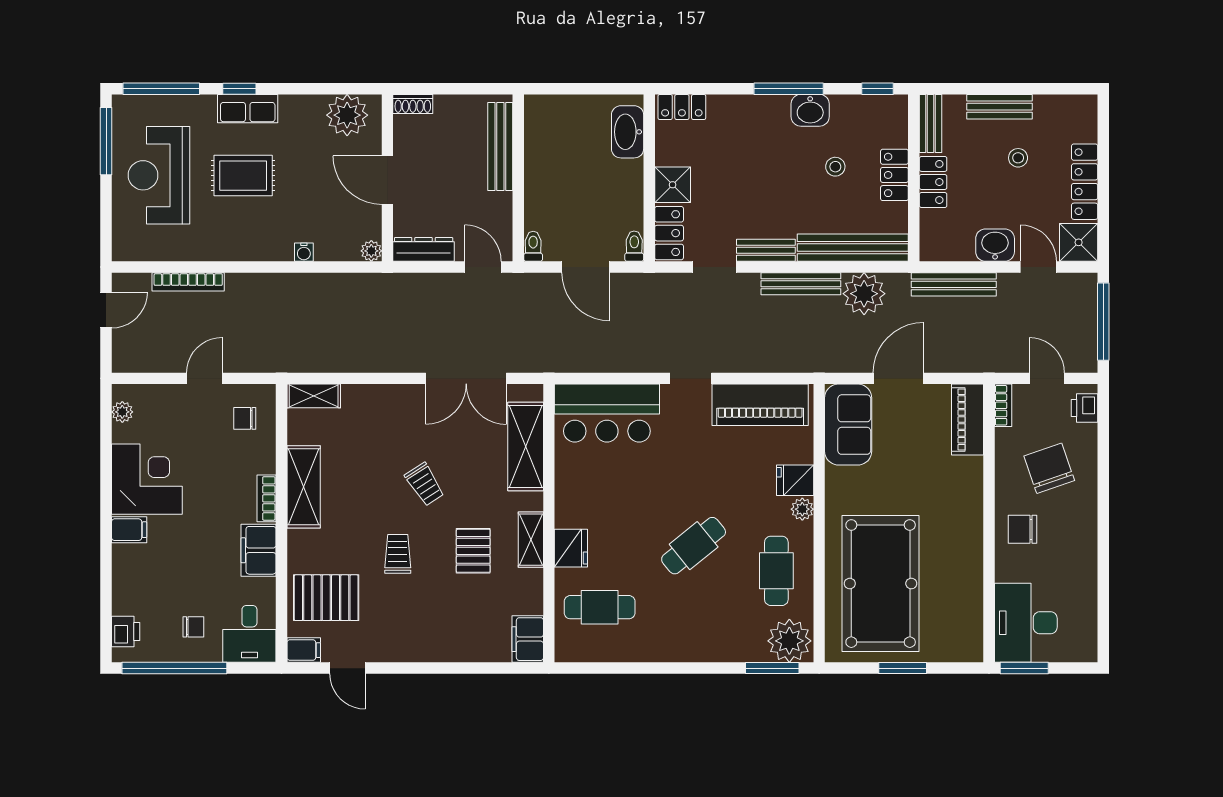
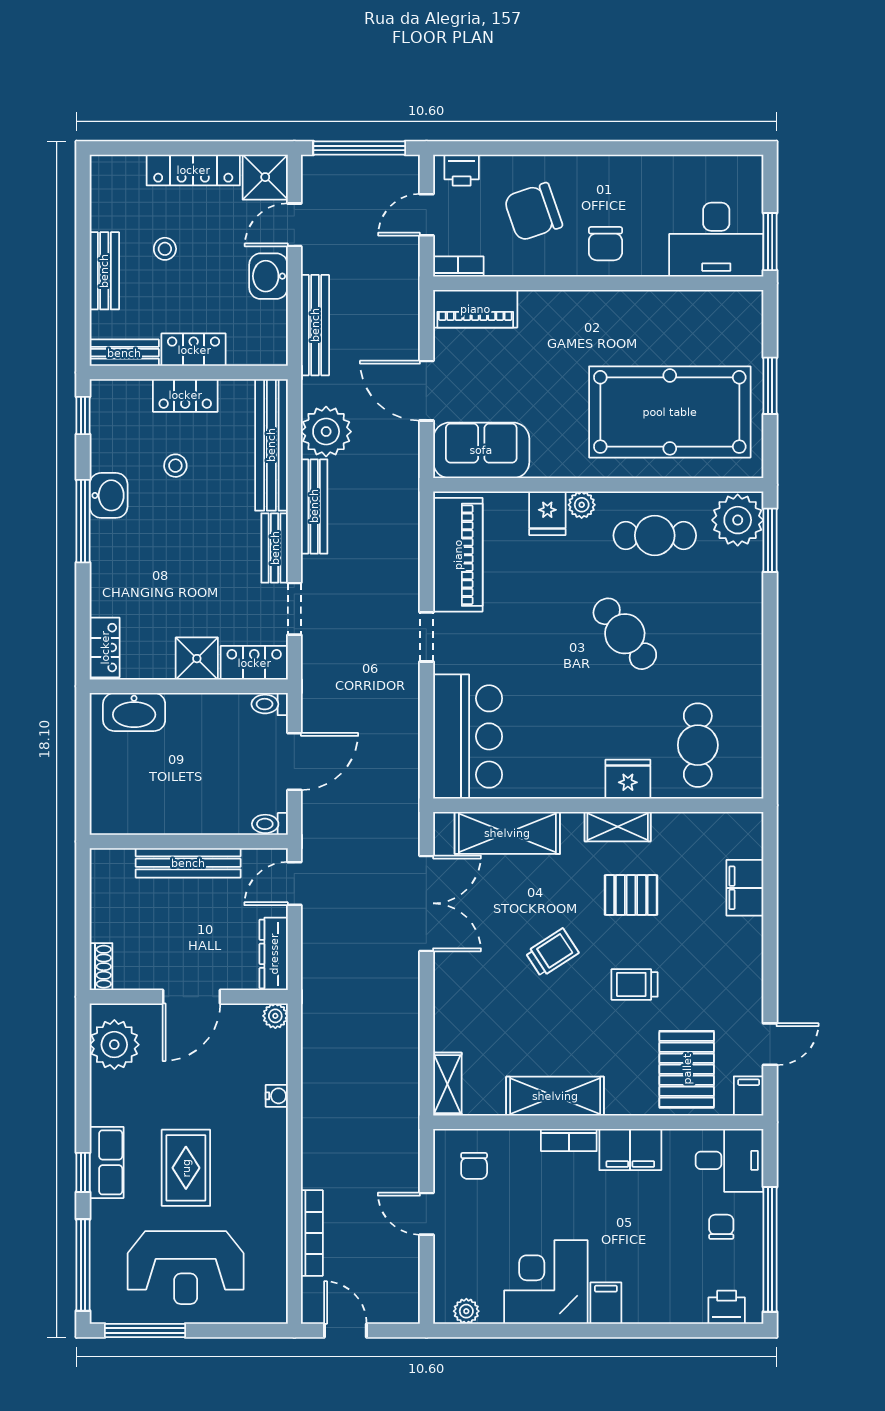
bench: (500, 147) -> (188, 863), moved
filing cabinet: (528, 639) -> (745, 888), moved, turned 90

